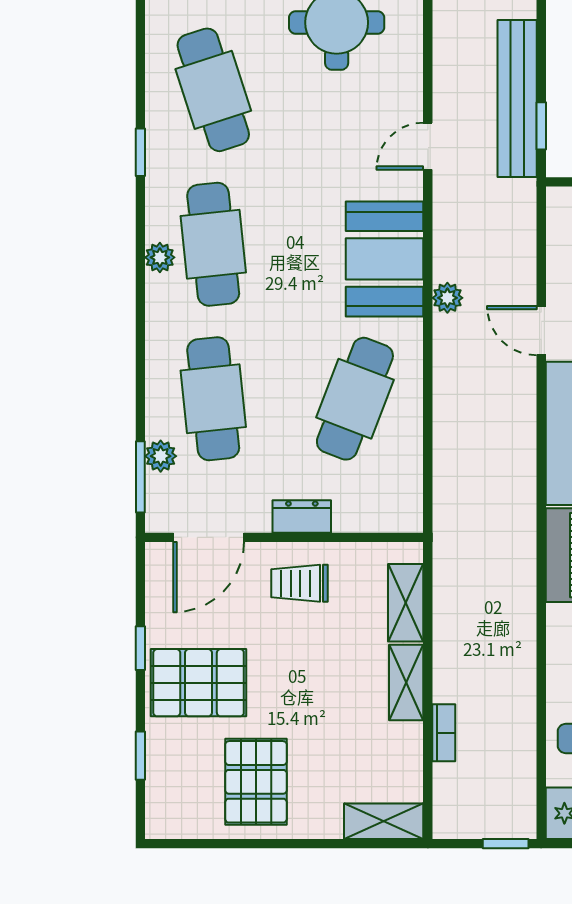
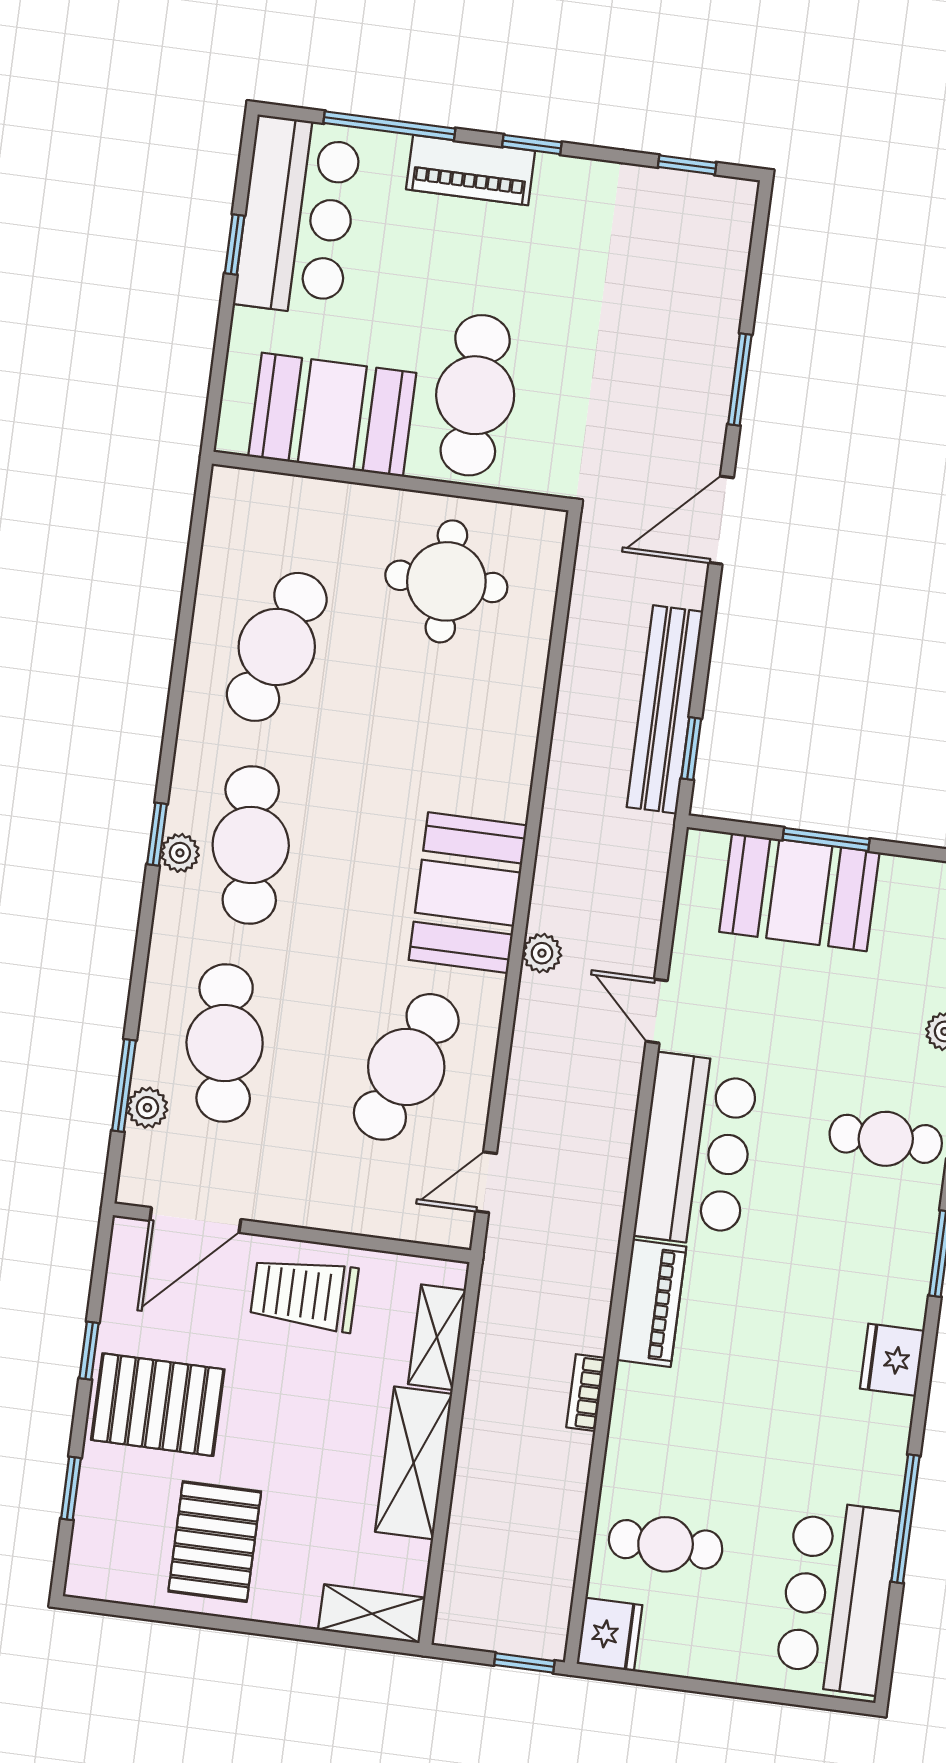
cafe table: (213, 90) -> (277, 647), turned 36
door: (428, 146) -> (486, 1182), moved
window: (140, 152) -> (157, 834), moved
window: (140, 477) -> (124, 1085), moved
dresser: (302, 516) -> (318, 1209), removed
trolley: (300, 583) -> (304, 1294), width x1.36, depth x1.39
shelving: (406, 683) -> (414, 1463), width x1.50, depth x1.33
bookcase: (444, 733) -> (586, 1393), moved, turned 180

